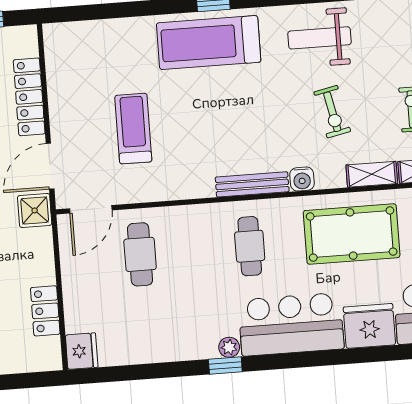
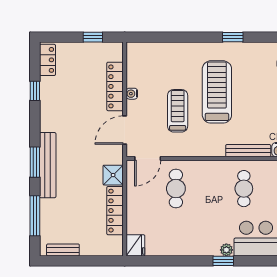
treadmill: (209, 43) -> (217, 92), moved, turned 90
water cooler: (57, 106) -> (132, 94), added
shower: (35, 210) -> (113, 175), moved
locker: (45, 311) -> (115, 211), width x1.53

